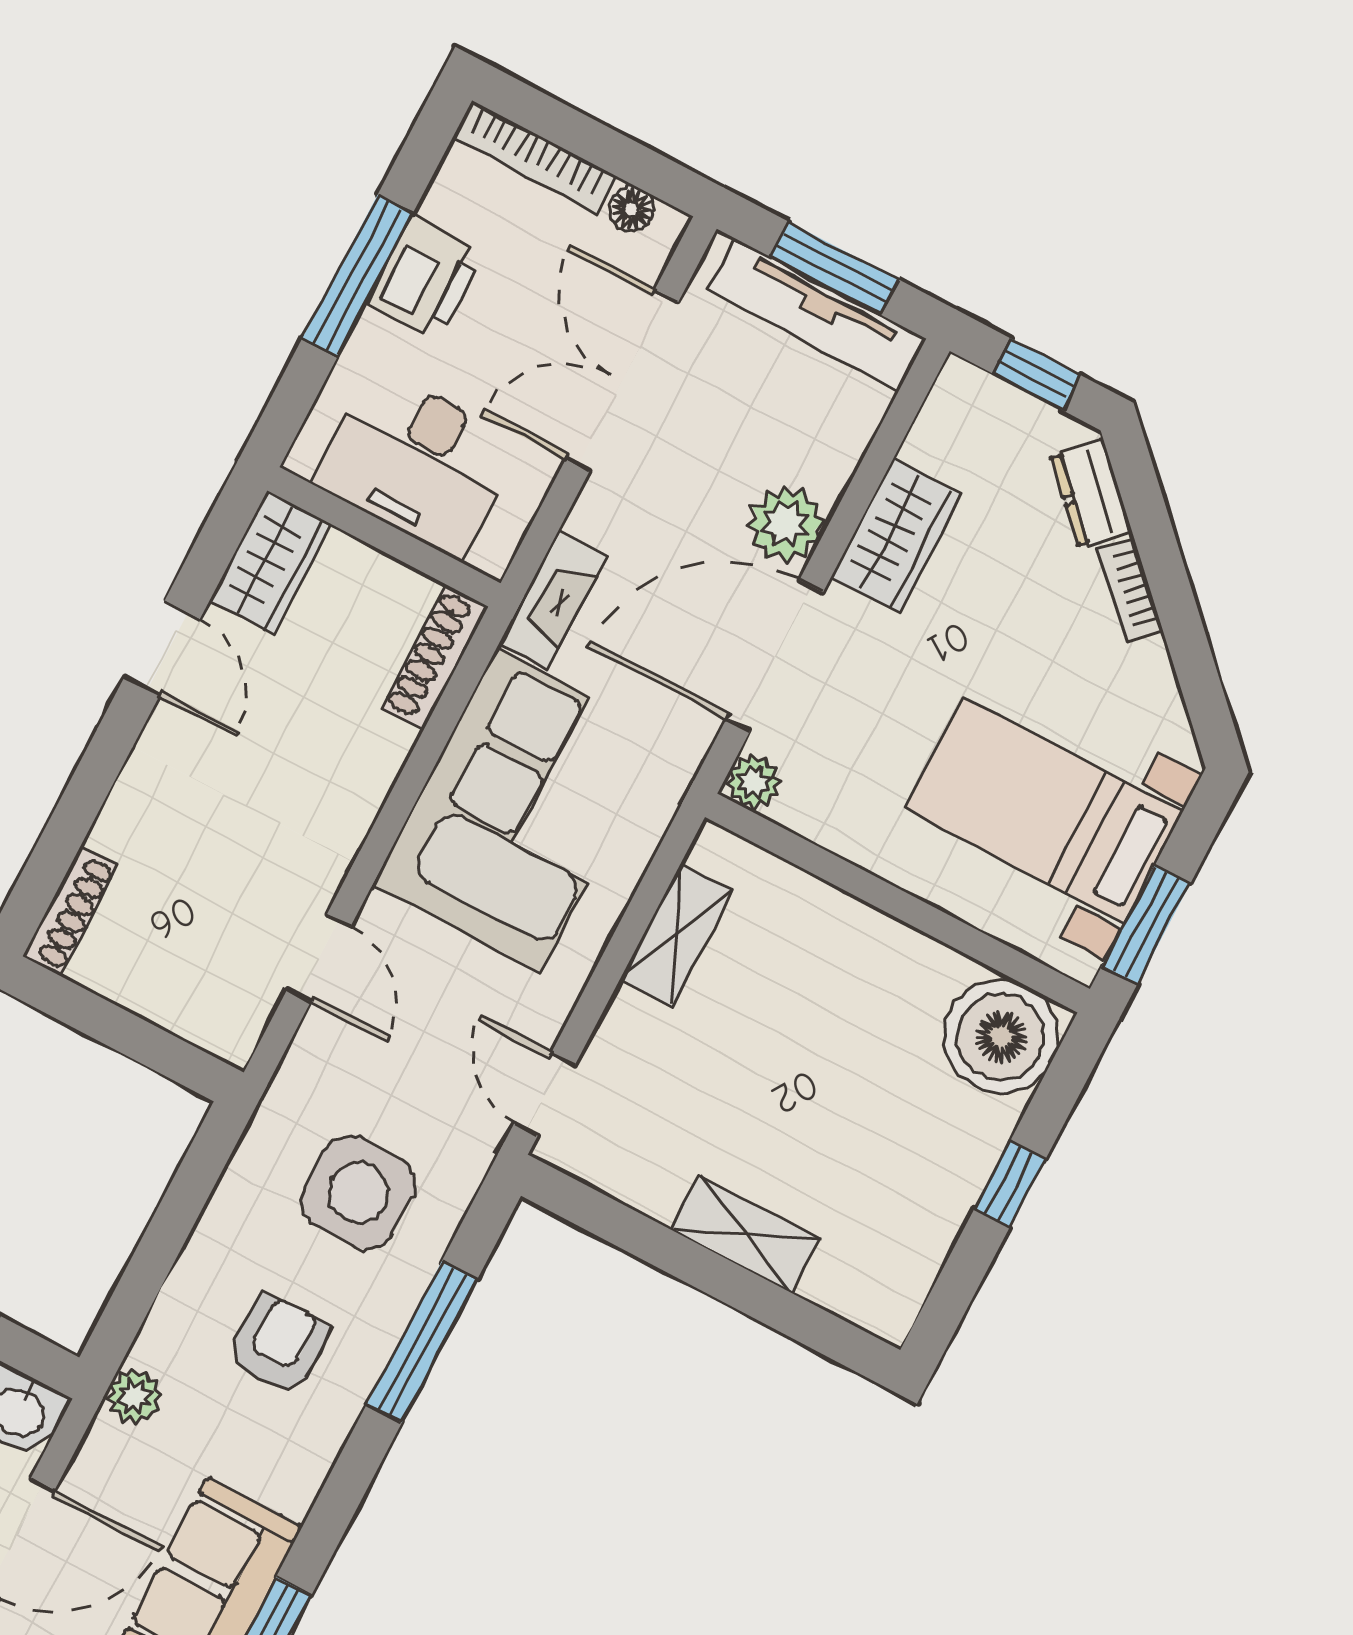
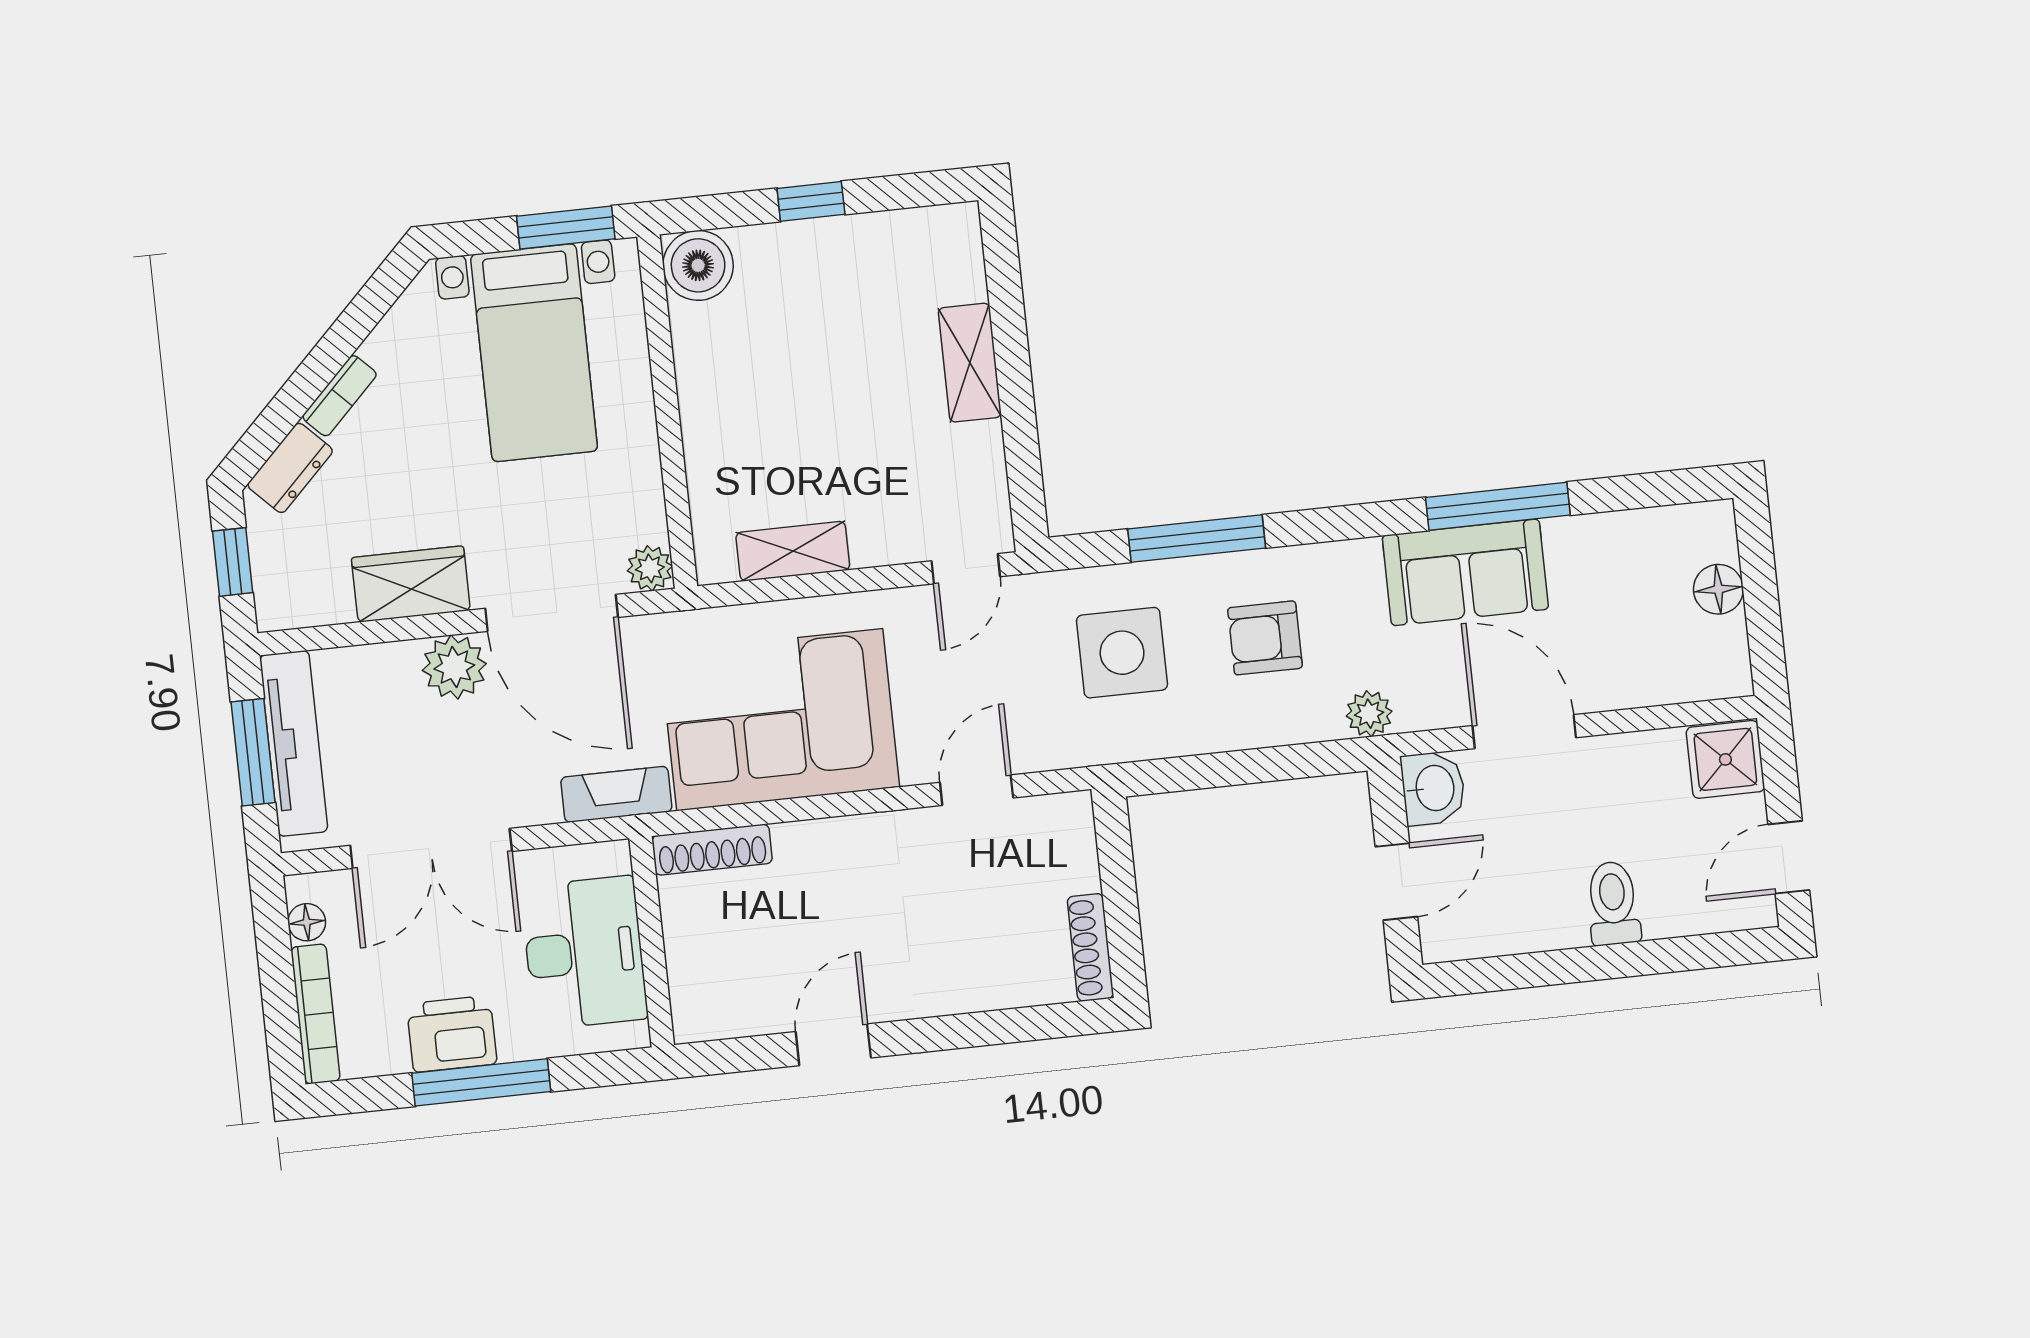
wardrobe: (270, 563) -> (723, 1009), removed
shoe rack: (71, 911) -> (1090, 947), moved, turned -90
boiler: (1001, 1037) -> (698, 265), width x0.73, depth x0.73

